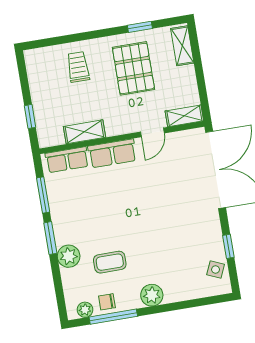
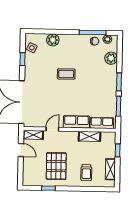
shelving: (182, 46) -> (110, 169), moved
door: (201, 85) -> (21, 150), added
plant: (69, 256) -> (111, 58), moved
coffee table: (110, 262) -> (66, 74), moved
plant: (152, 295) -> (53, 40), moved

